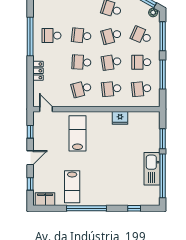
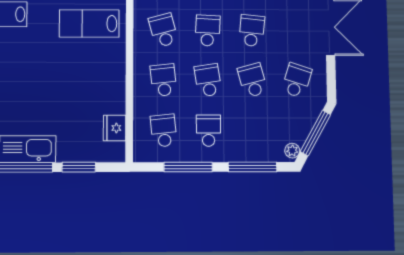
school desk: (141, 36) -> (253, 131), removed
fridge: (120, 118) -> (115, 128), moved
lab bench: (78, 133) -> (89, 23), turned 180

